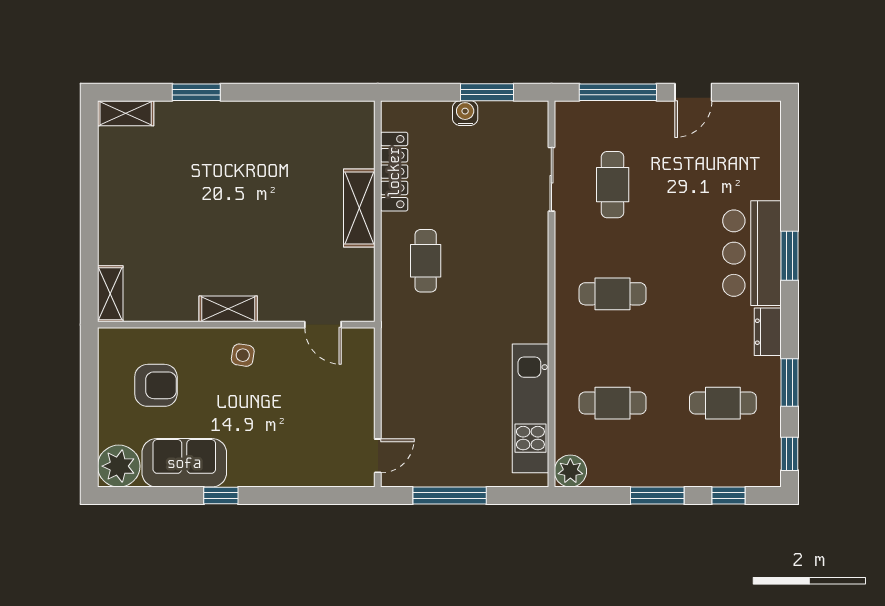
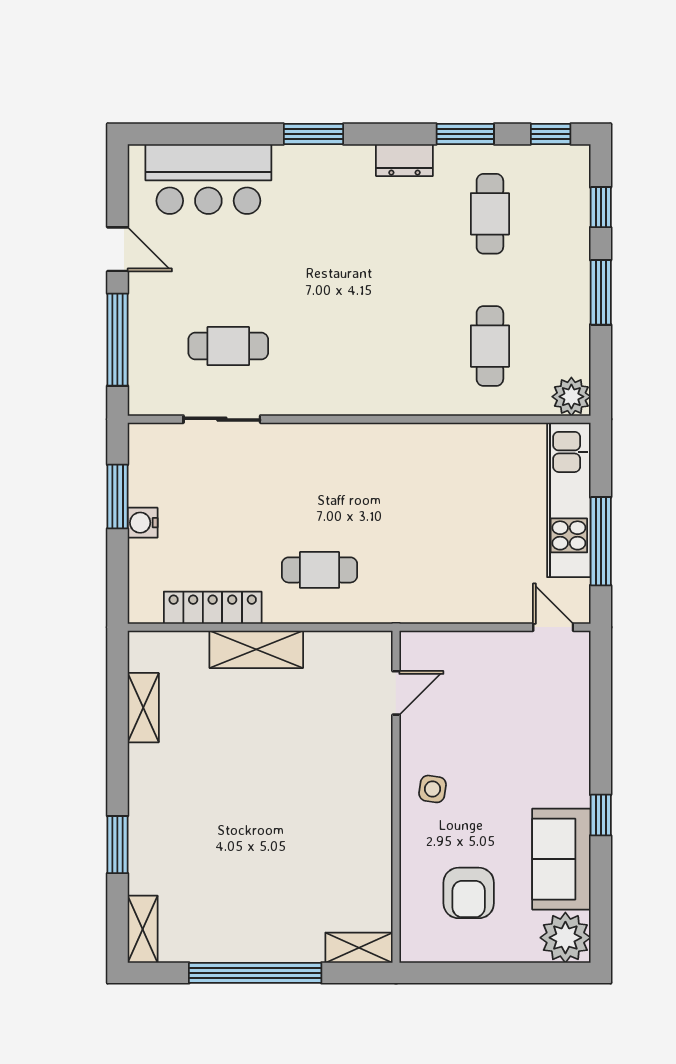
window: (89, 207) -> (255, 973), added
bar counter: (752, 253) -> (208, 179), moved
cafe table: (613, 294) -> (359, 346), removed
shelving: (228, 309) -> (143, 708), moved
armchair: (156, 385) -> (469, 893), turned 180
kitchen unit: (530, 408) -> (569, 500), moved, turned 90

